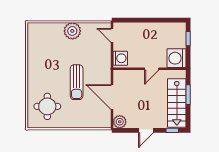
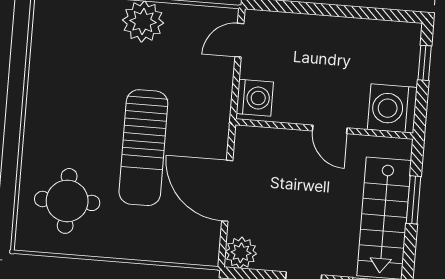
door: (112, 35) -> (239, 40), hinge flipped
door: (152, 69) -> (330, 129), hinge flipped
sun lounger: (77, 82) -> (143, 148), width x1.36, depth x1.34

